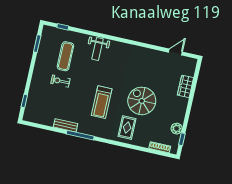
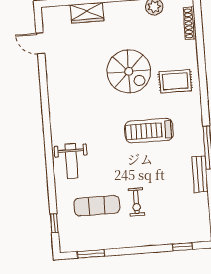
weight bench: (98, 49) -> (71, 161), turned 90
spiral stairs: (142, 101) -> (129, 71), turned -90
treadmill: (102, 102) -> (149, 131), turned 180

